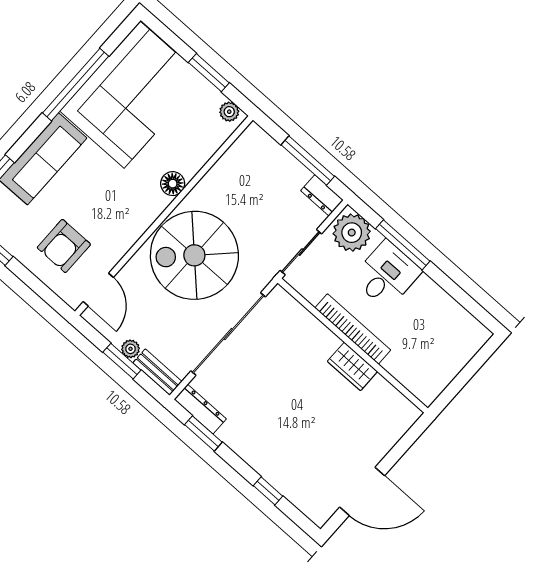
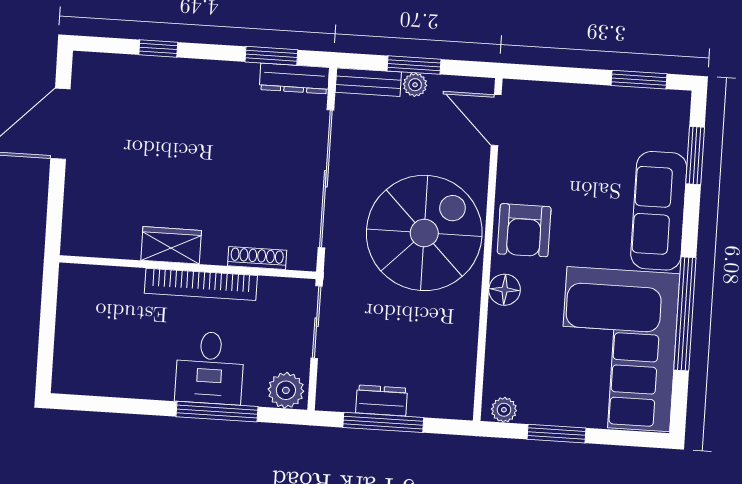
dresser: (322, 195) -> (382, 400), moved
plant: (352, 233) -> (286, 390), width x0.73, depth x0.73
armchair: (64, 246) -> (524, 230), moved, turned 180
shoe rack: (307, 319) -> (257, 258), added

